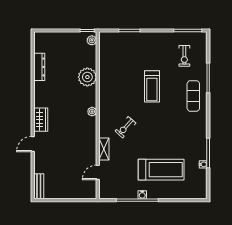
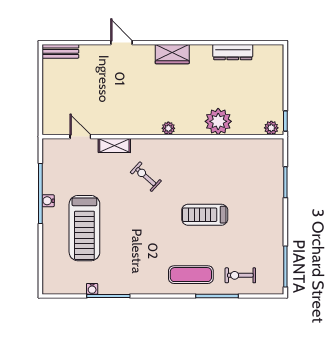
exercise bike: (184, 56) -> (240, 275), moved
wardrobe: (41, 120) -> (172, 54), moved

